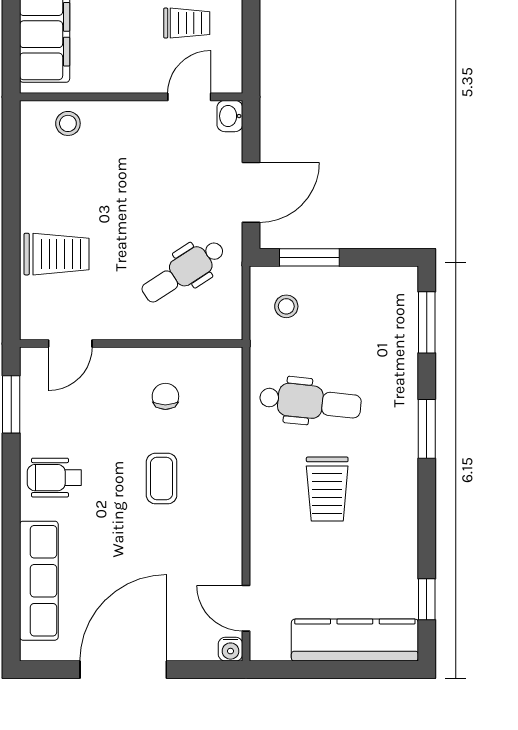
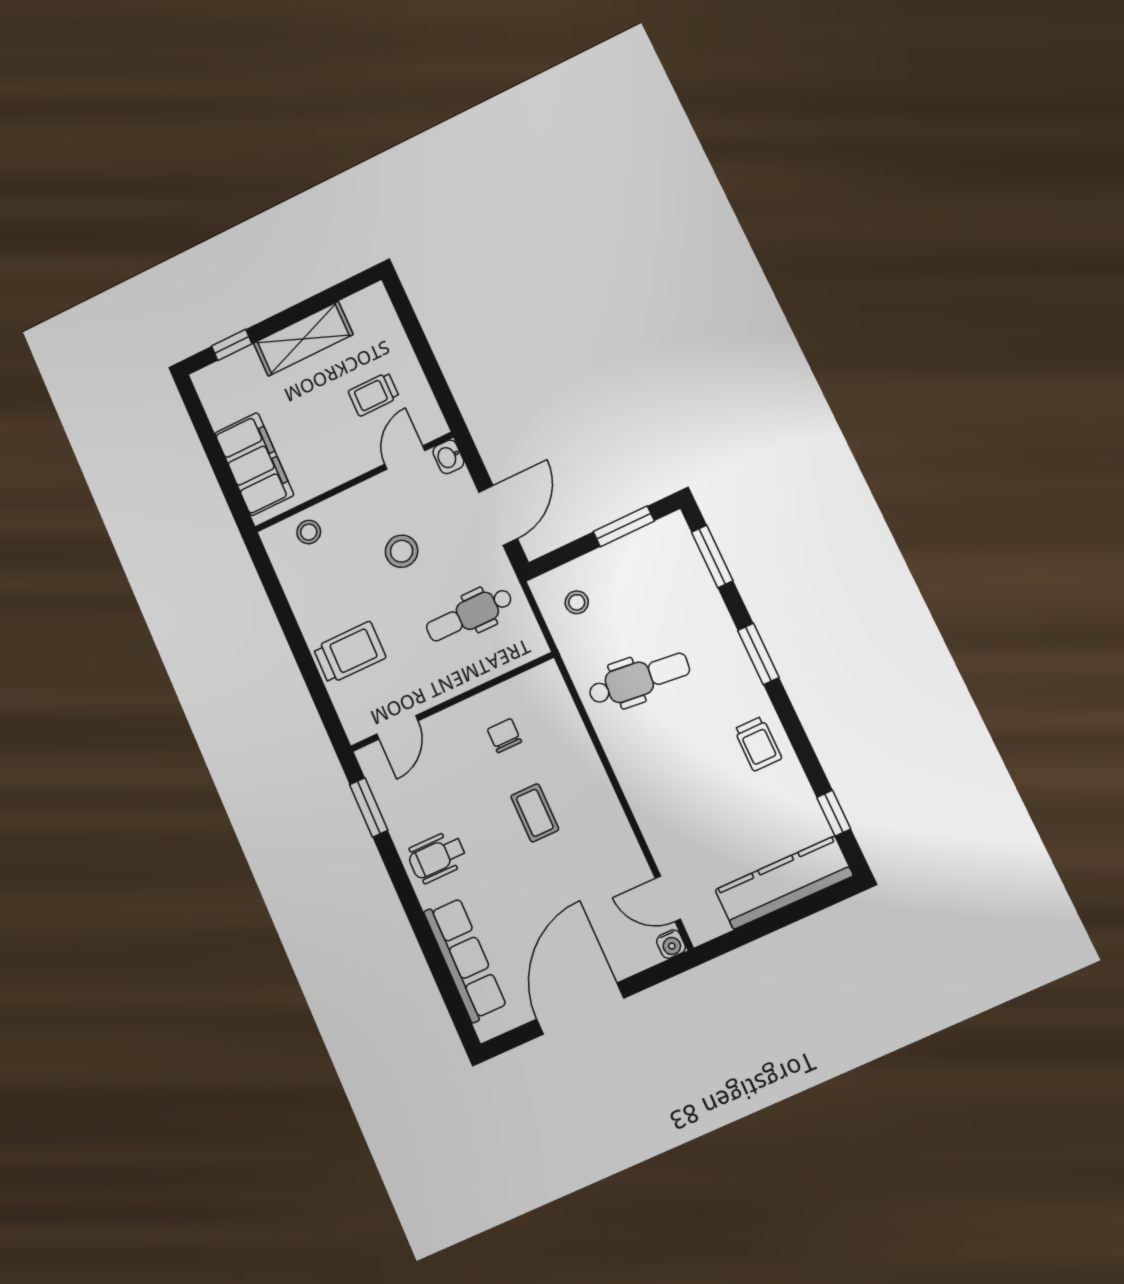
trolley: (187, 23) -> (374, 394), turned 180
stool: (147, 183) -> (402, 551), added
window: (309, 257) -> (624, 526), moved
dental chair: (183, 271) -> (469, 615), turned 33
trolley: (327, 489) -> (758, 744), moved, width x0.73, depth x0.72

